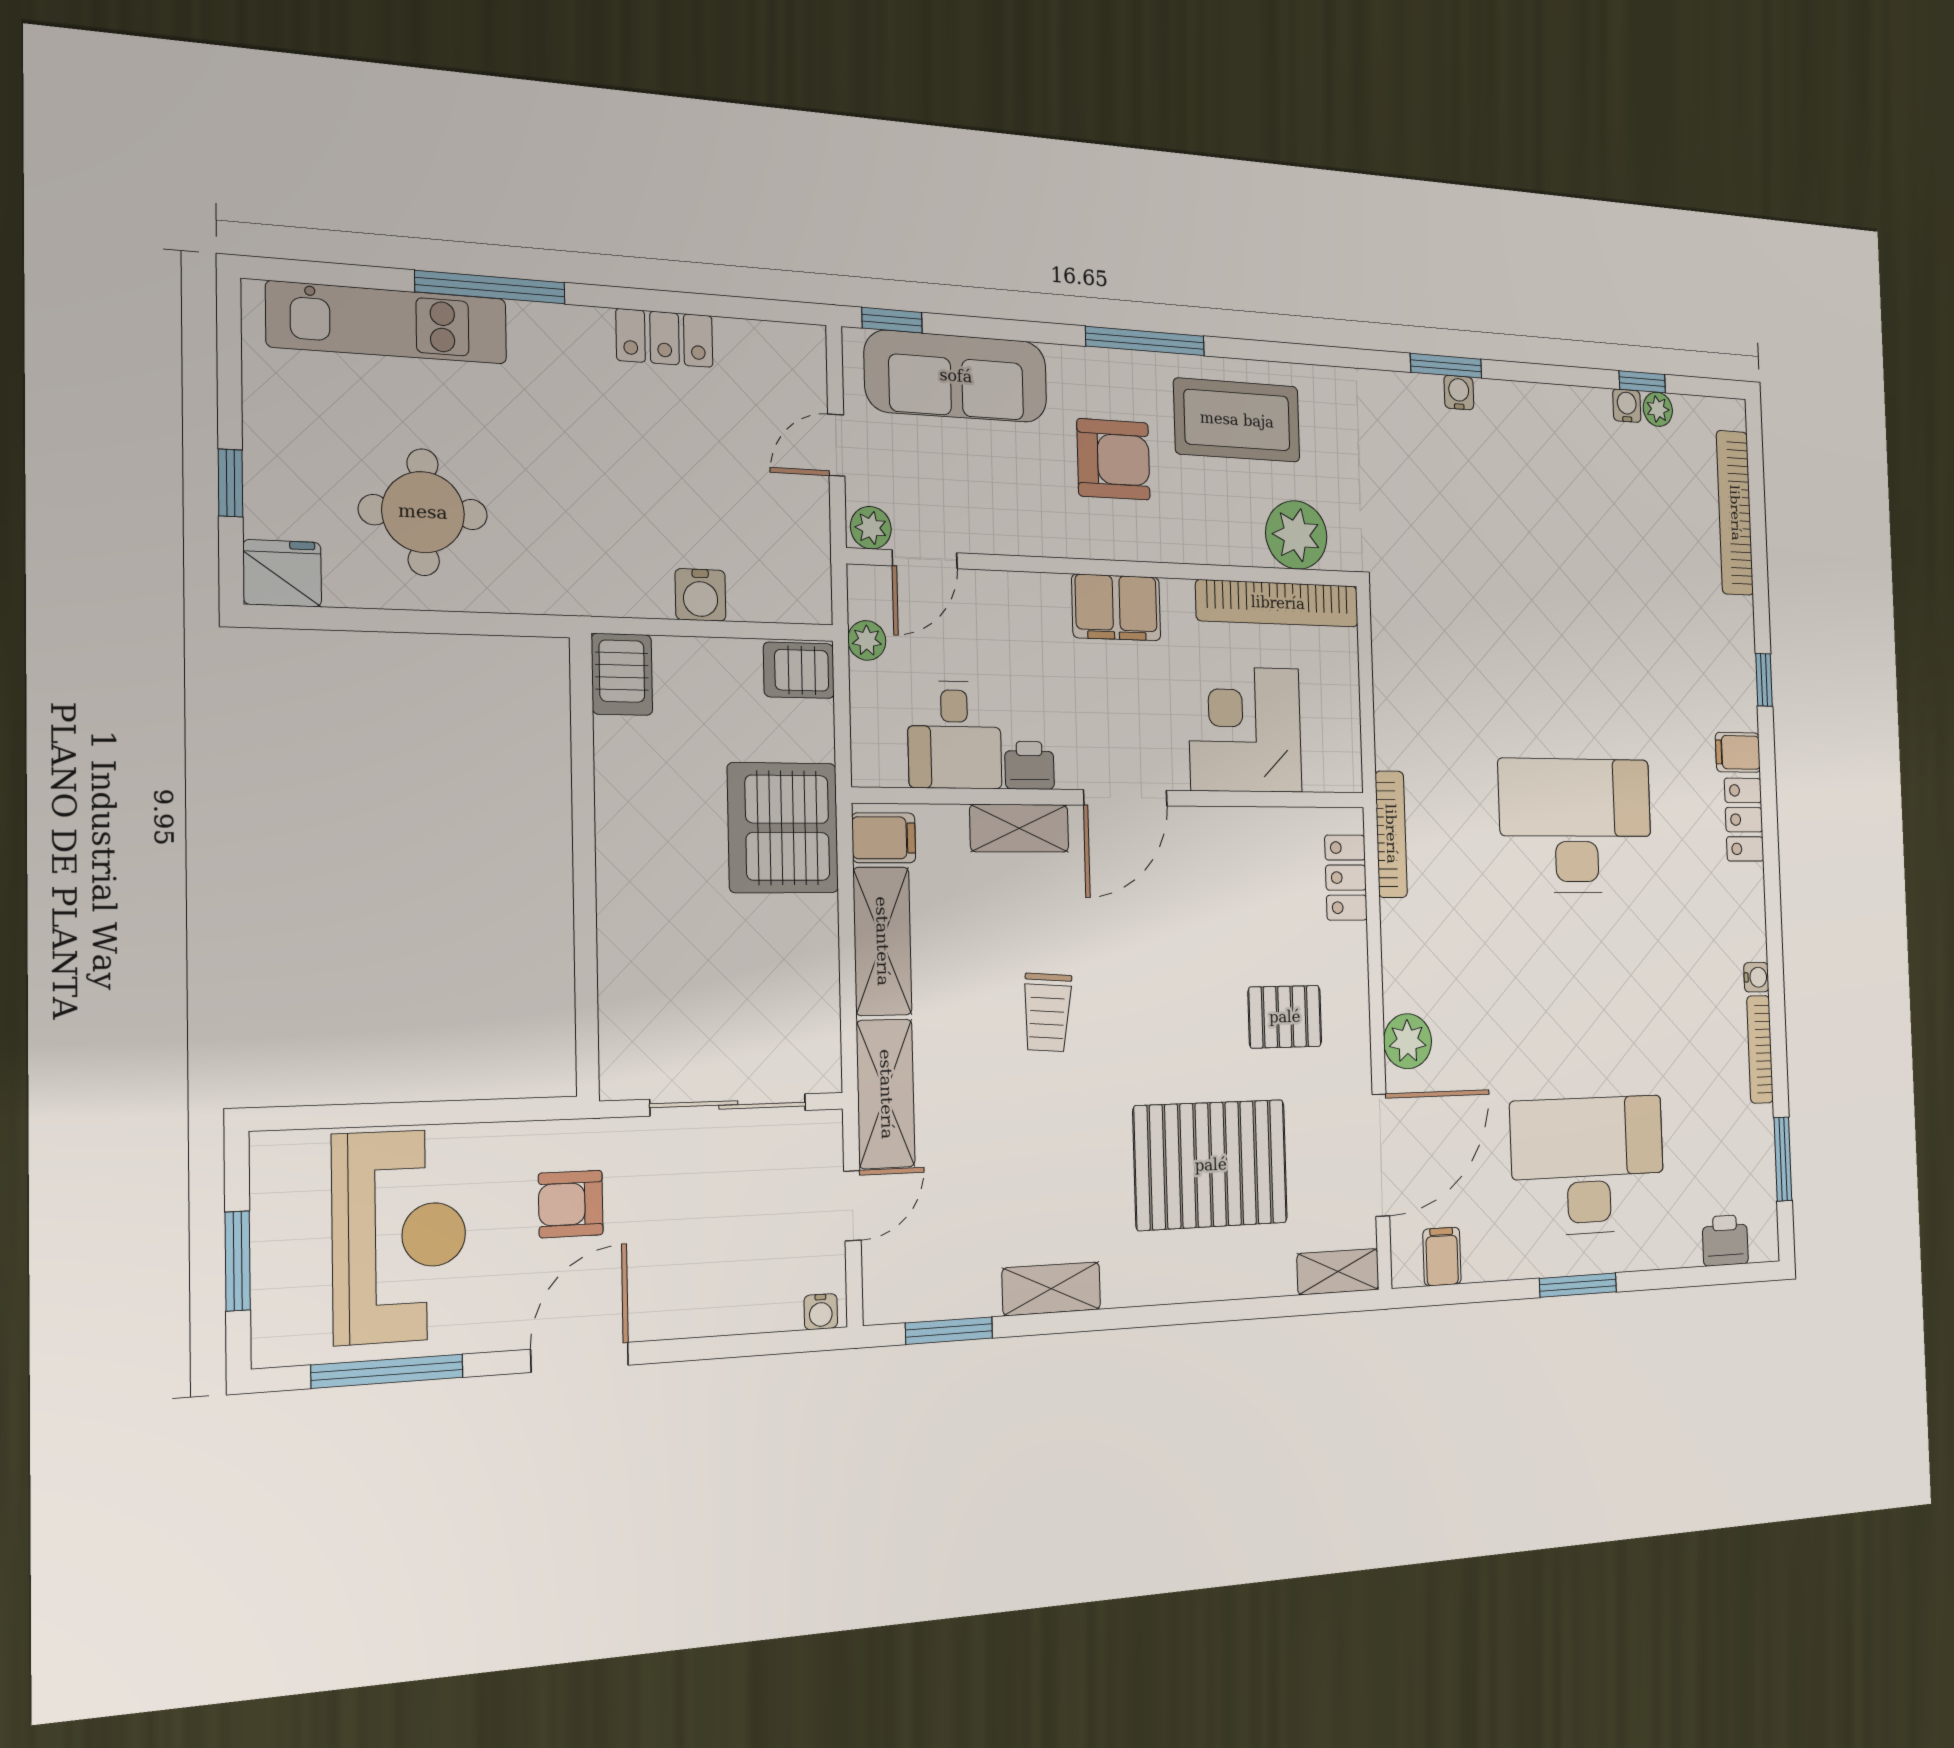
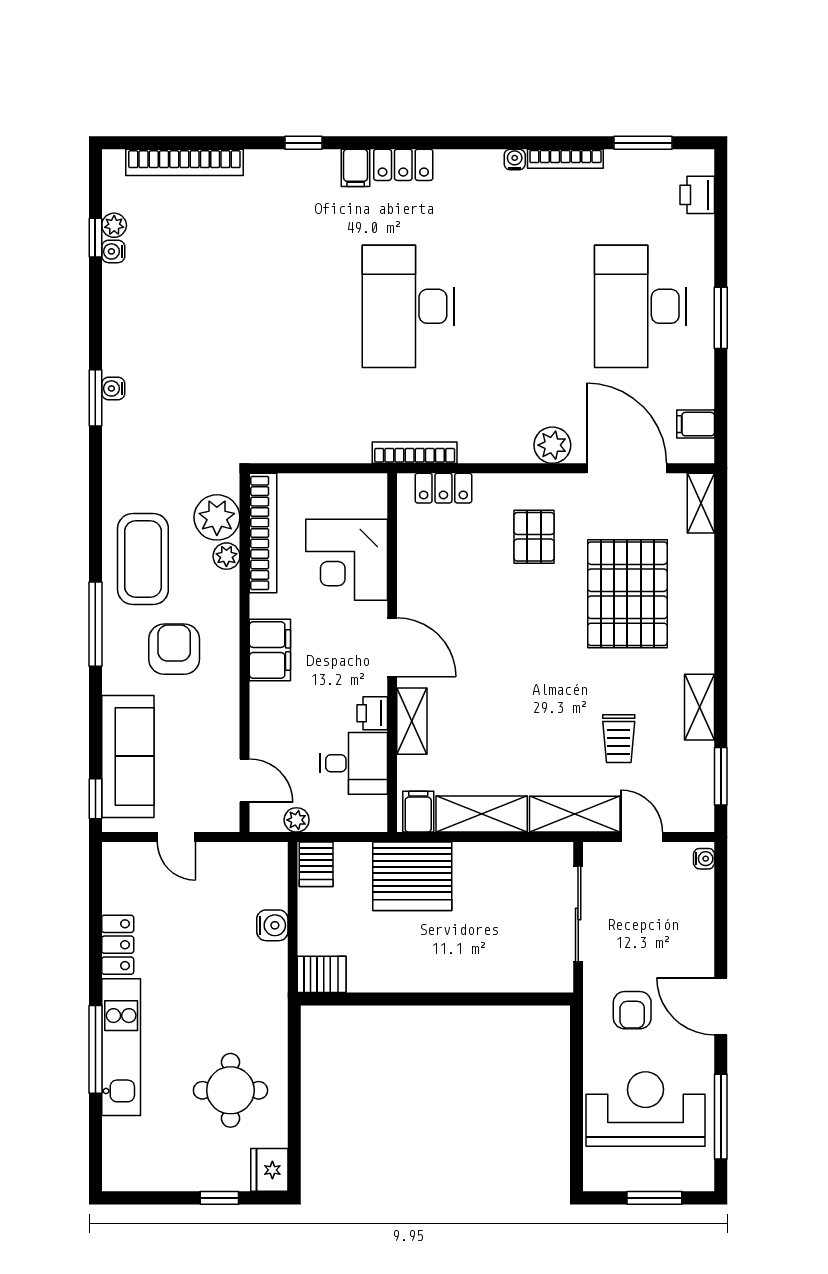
kitchen unit: (388, 323) -> (121, 1047), moved
plant: (871, 528) -> (226, 556), moved
trolley: (1047, 1012) -> (619, 739), moved, turned 86

